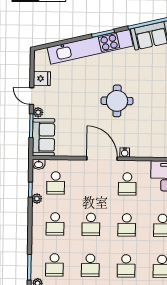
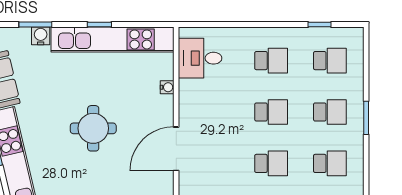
water cooler: (125, 152) -> (167, 87), moved
school desk: (127, 184) -> (212, 112), removed

